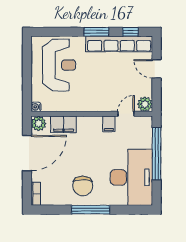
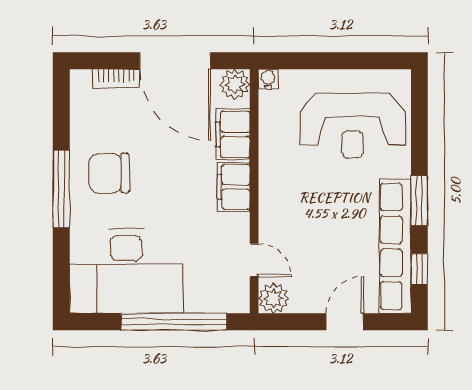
filing cabinet: (109, 124) -> (234, 187), moved, width x2.00
bookcase: (36, 194) -> (116, 79), moved

